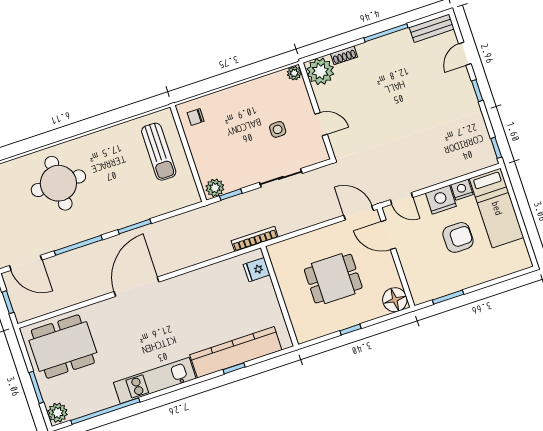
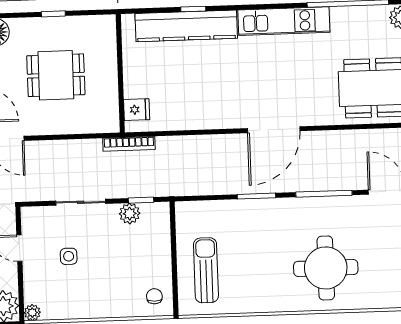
chair: (196, 117) -> (154, 296), turned -90
plant: (215, 188) -> (130, 214), moved

